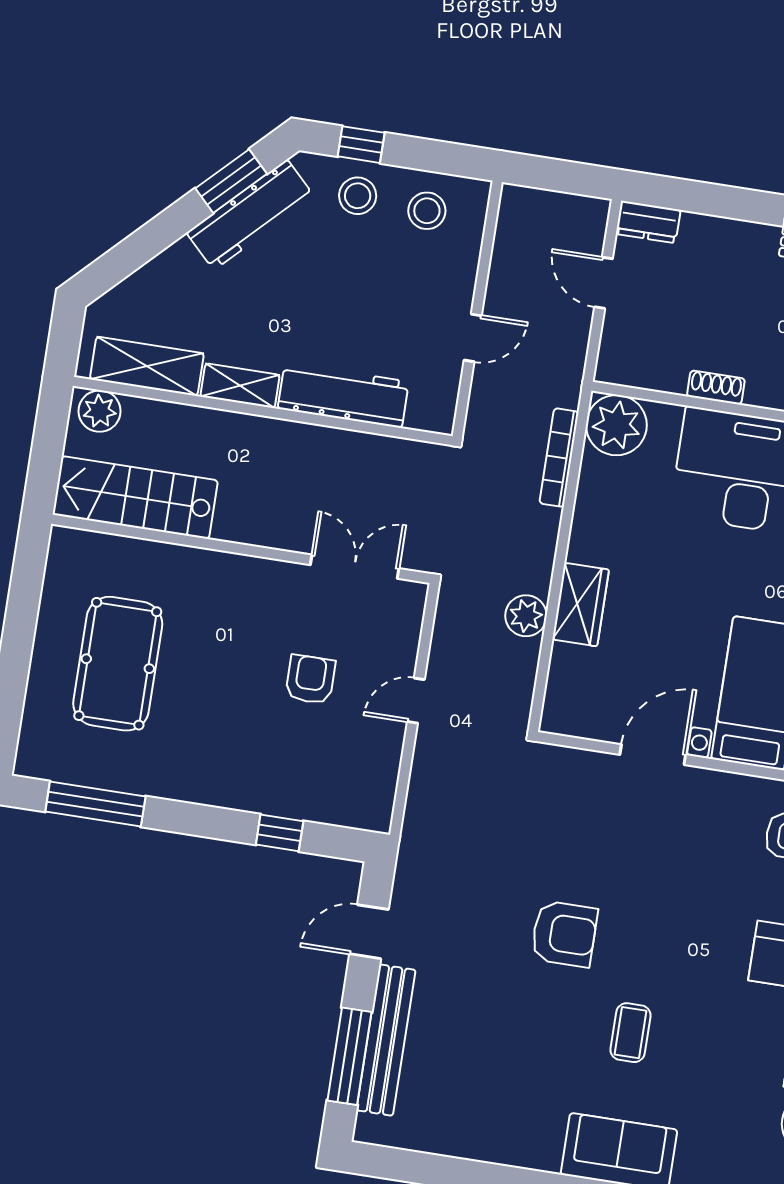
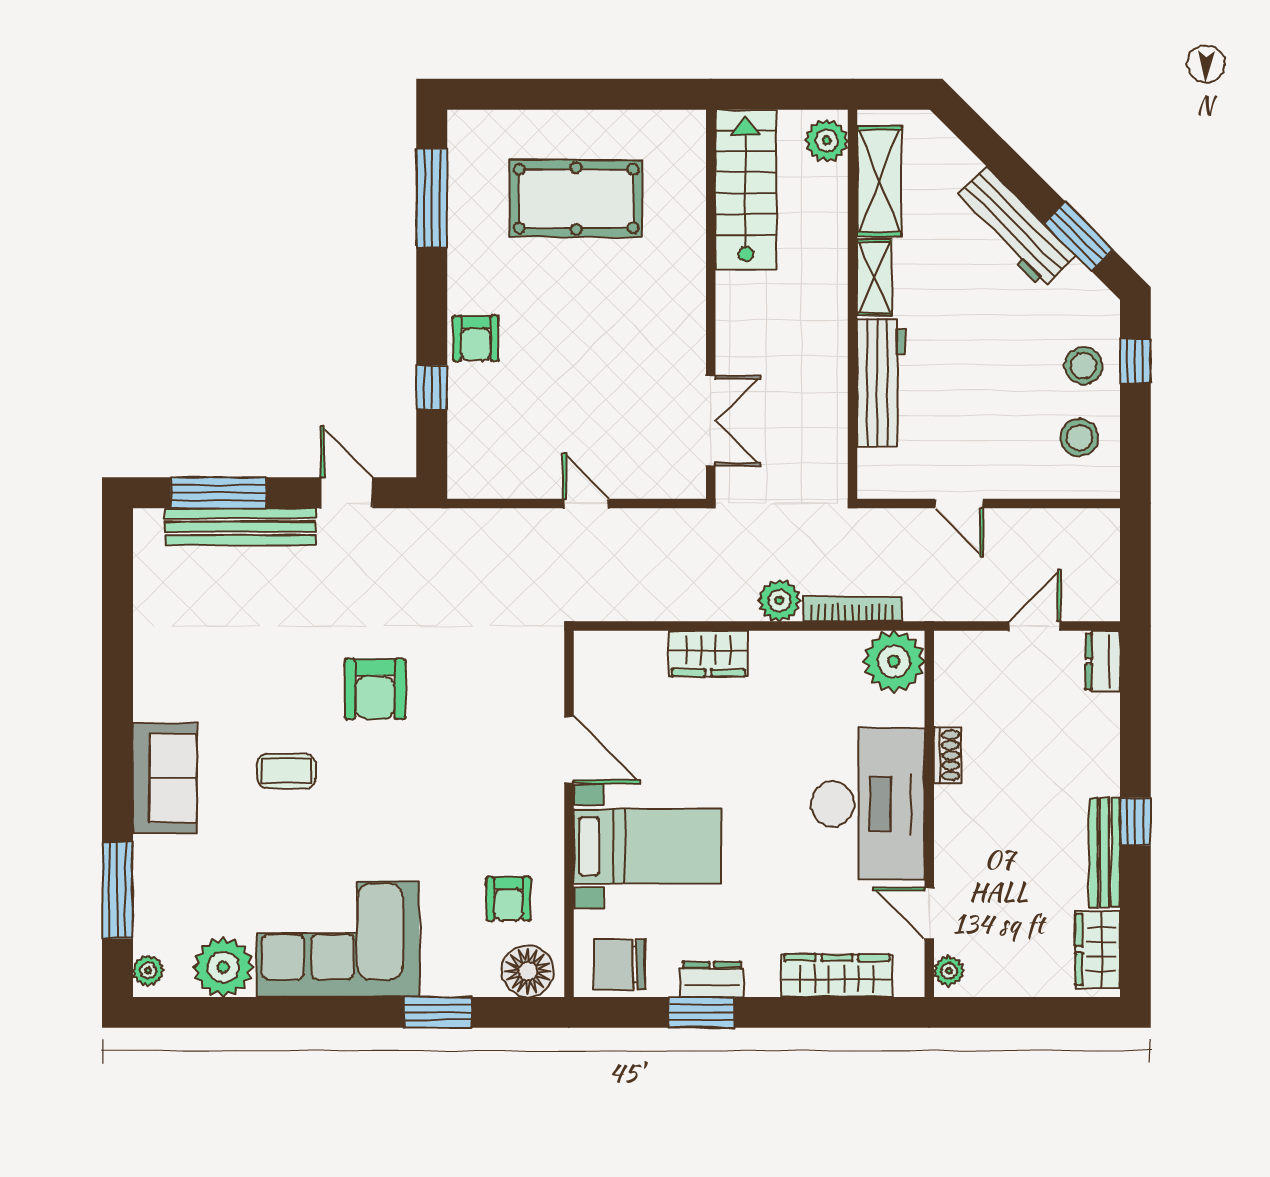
workbench: (250, 215) -> (1014, 228), moved
plant: (526, 616) -> (779, 601), moved
armchair: (310, 679) -> (476, 338), moved, turned 90

